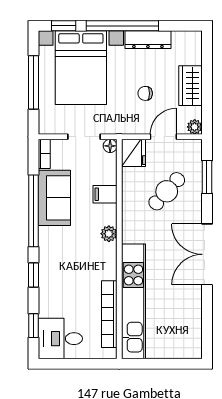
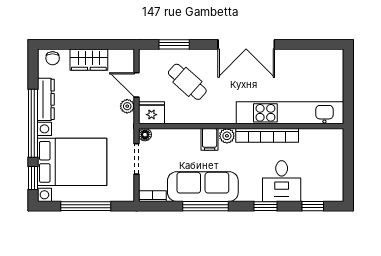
chair: (145, 93) -> (53, 58), moved
plant: (195, 127) -> (127, 106), moved
filing cabinet: (105, 194) -> (210, 139), moved
sofa: (54, 198) -> (203, 187), width x1.36
window: (33, 211) -> (206, 206), width x0.68
bookcase: (109, 314) -> (267, 135), moved
desk: (60, 339) -> (282, 181), moved

